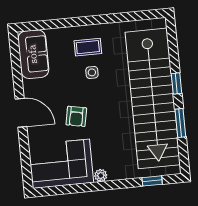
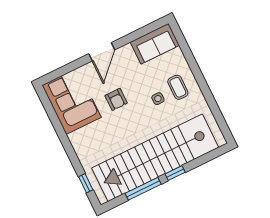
armchair: (76, 116) -> (116, 99), turned -101
window: (180, 123) -> (143, 189), width x1.44
plant: (101, 175) -> (74, 138), removed

